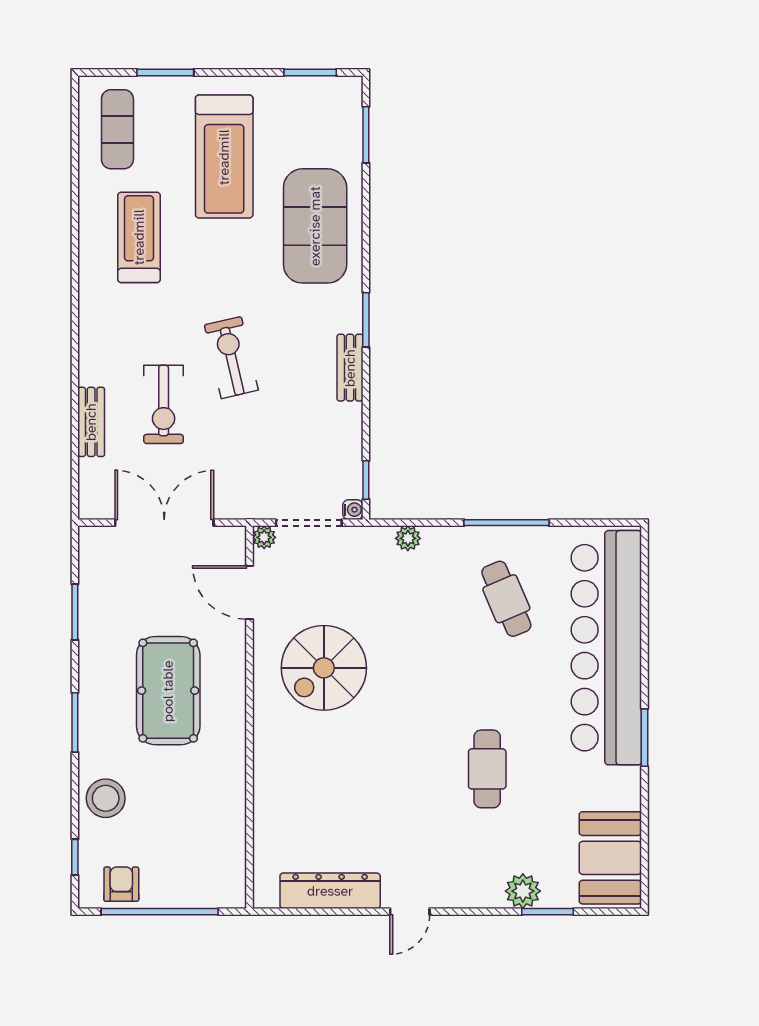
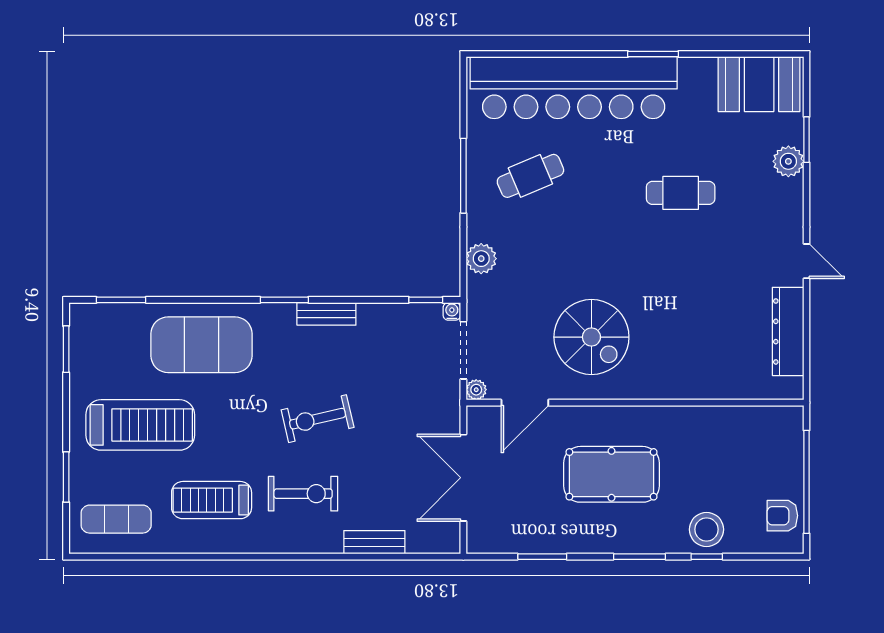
exercise bike: (164, 404) -> (303, 494), moved
plant: (408, 538) -> (481, 259), width x1.38, depth x1.38
window: (75, 857) -> (707, 557), moved

